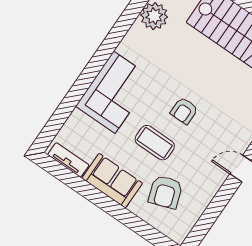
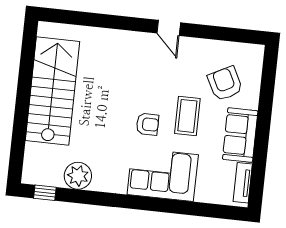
armchair: (184, 111) -> (147, 124), moved
armchair: (165, 192) -> (225, 84), turned -98

